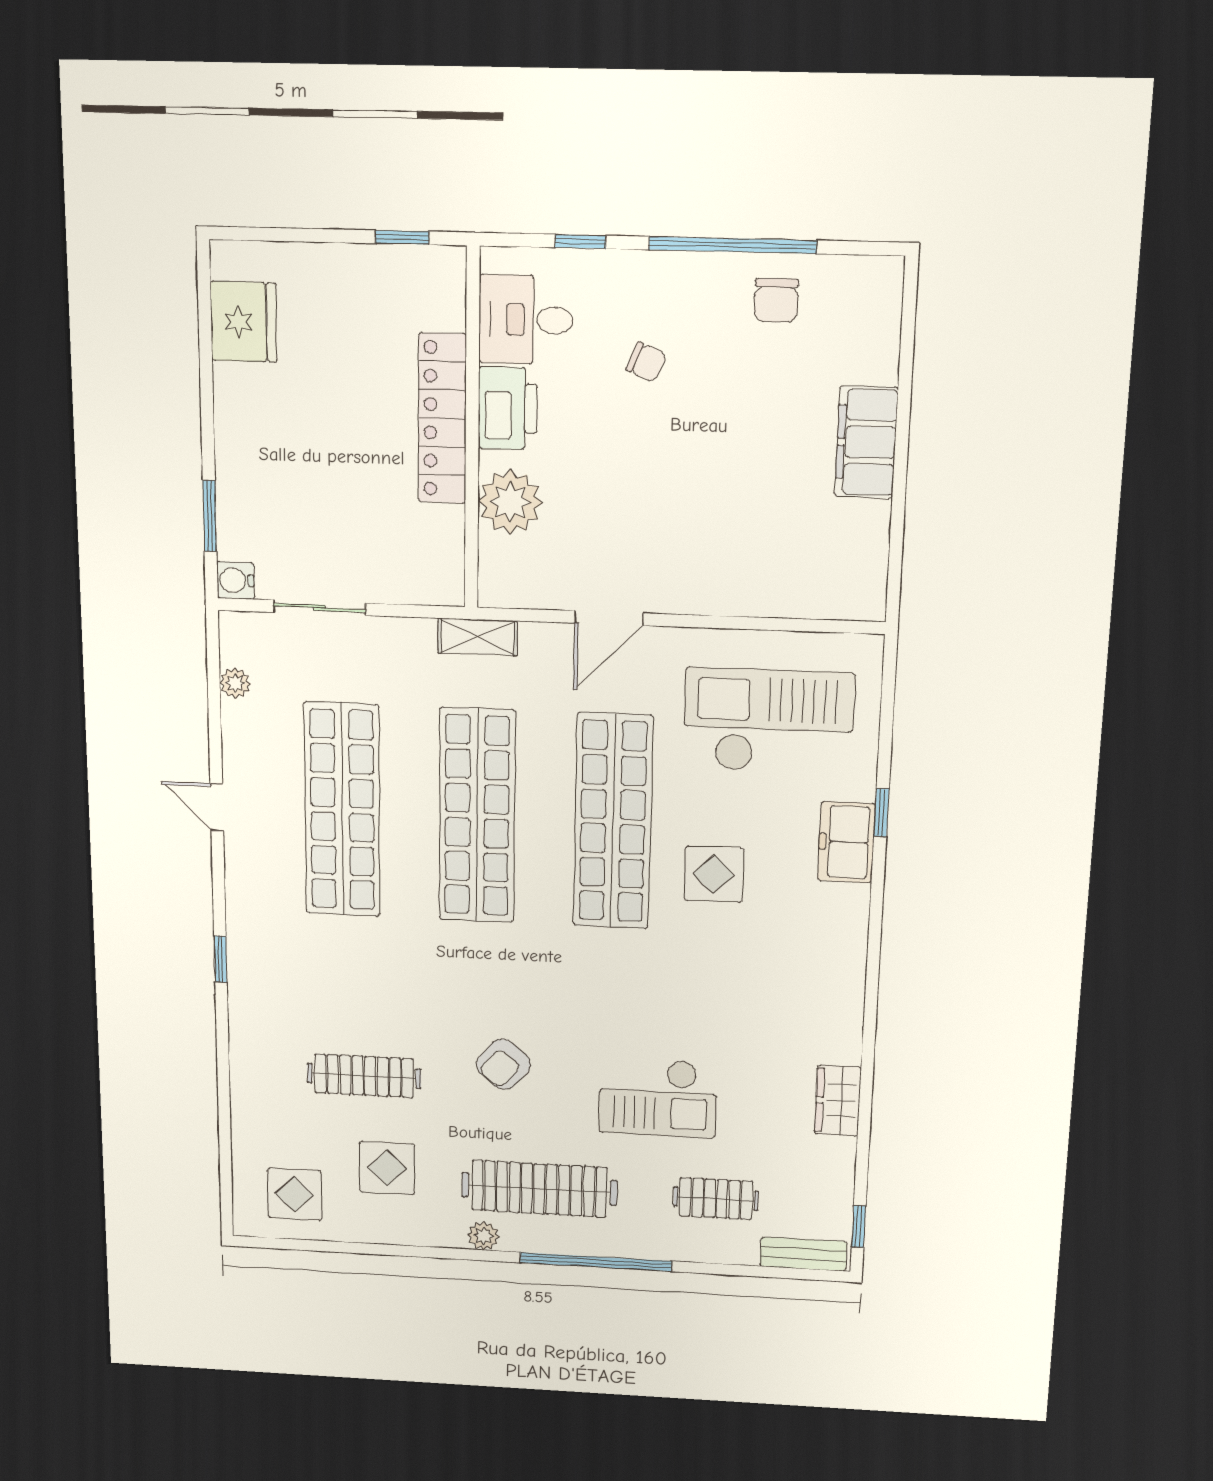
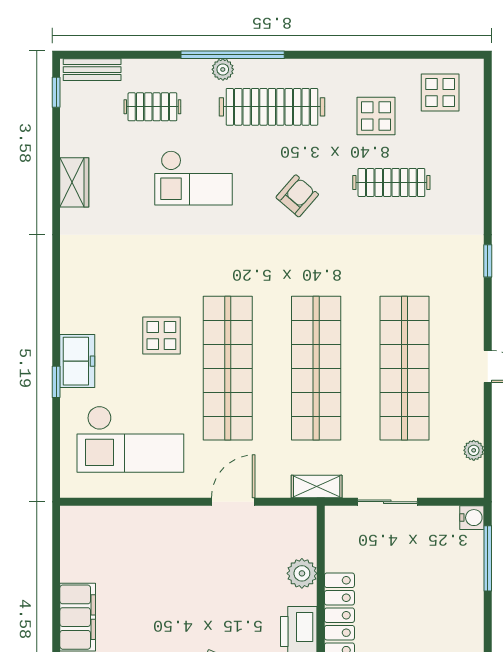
plant: (510, 502) -> (302, 573), width x0.73, depth x0.73
window: (210, 516) -> (488, 558), width x1.44
sliding door: (319, 608) -> (387, 502), moved
checkout: (658, 1098) -> (193, 178), turned 180
plant: (484, 1236) -> (223, 69), moved

